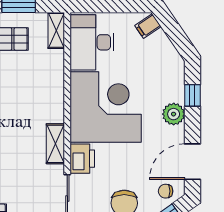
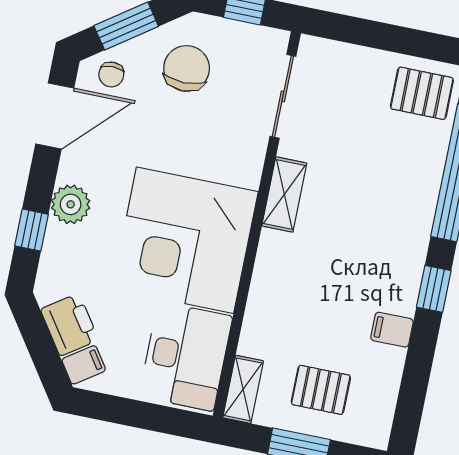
printer: (82, 159) -> (70, 325), moved, turned 146
chair: (166, 191) -> (111, 74), turned 90

